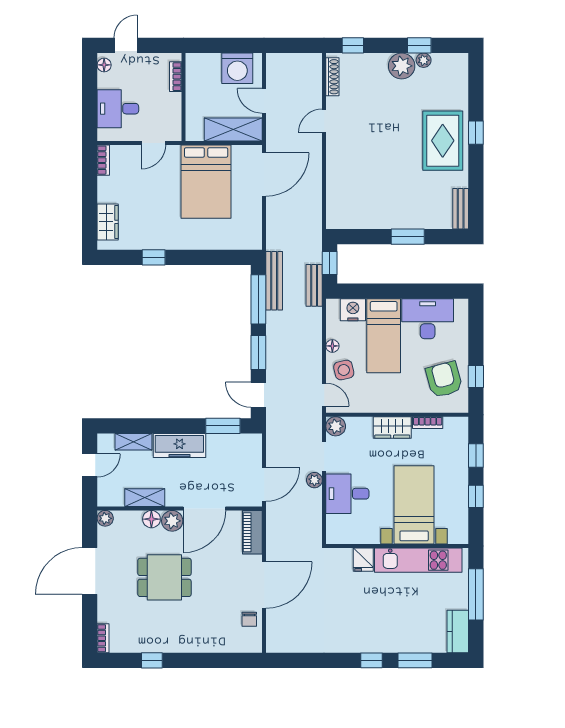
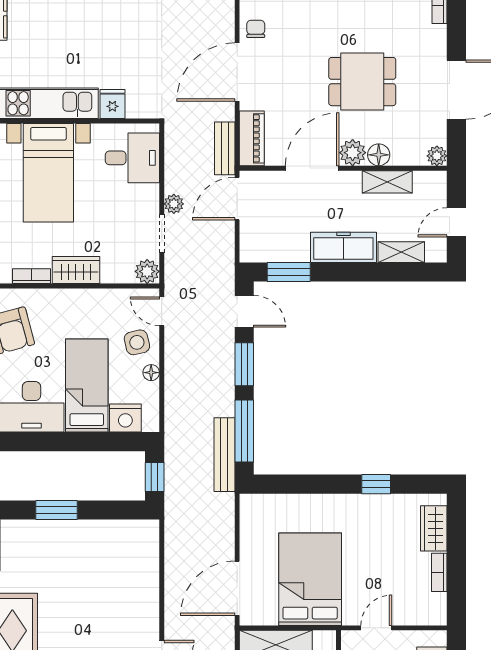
bookcase: (103, 160) -> (439, 572), moved
bench: (314, 285) -> (225, 148), moved
desk: (347, 494) -> (132, 158), moved

